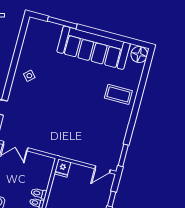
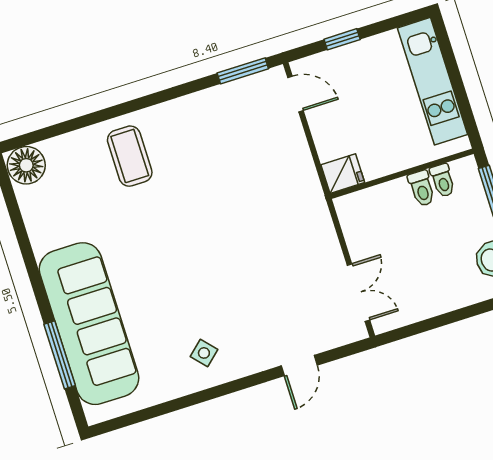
sofa: (94, 48) -> (89, 324), moved

